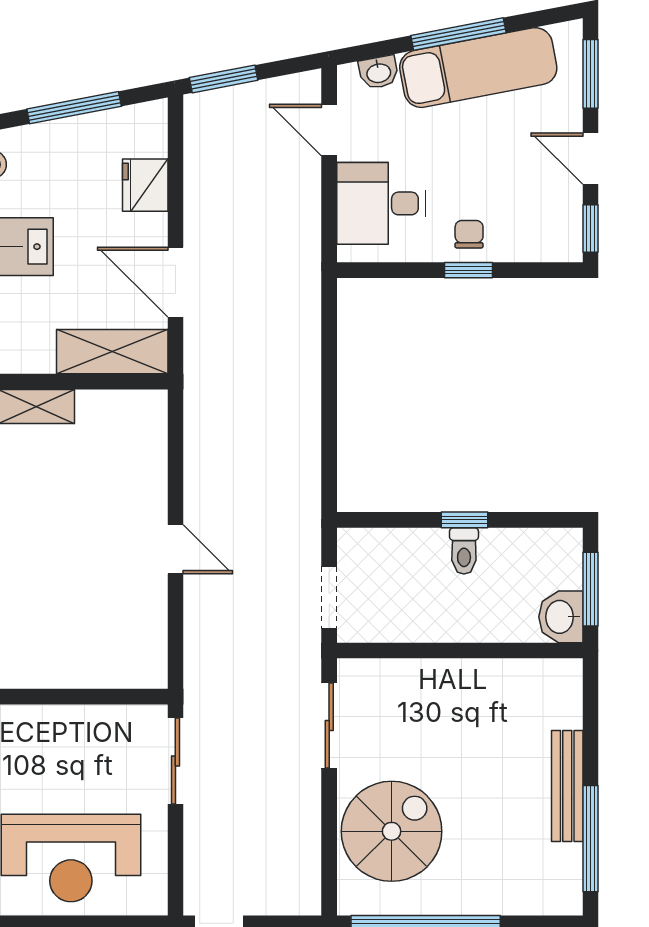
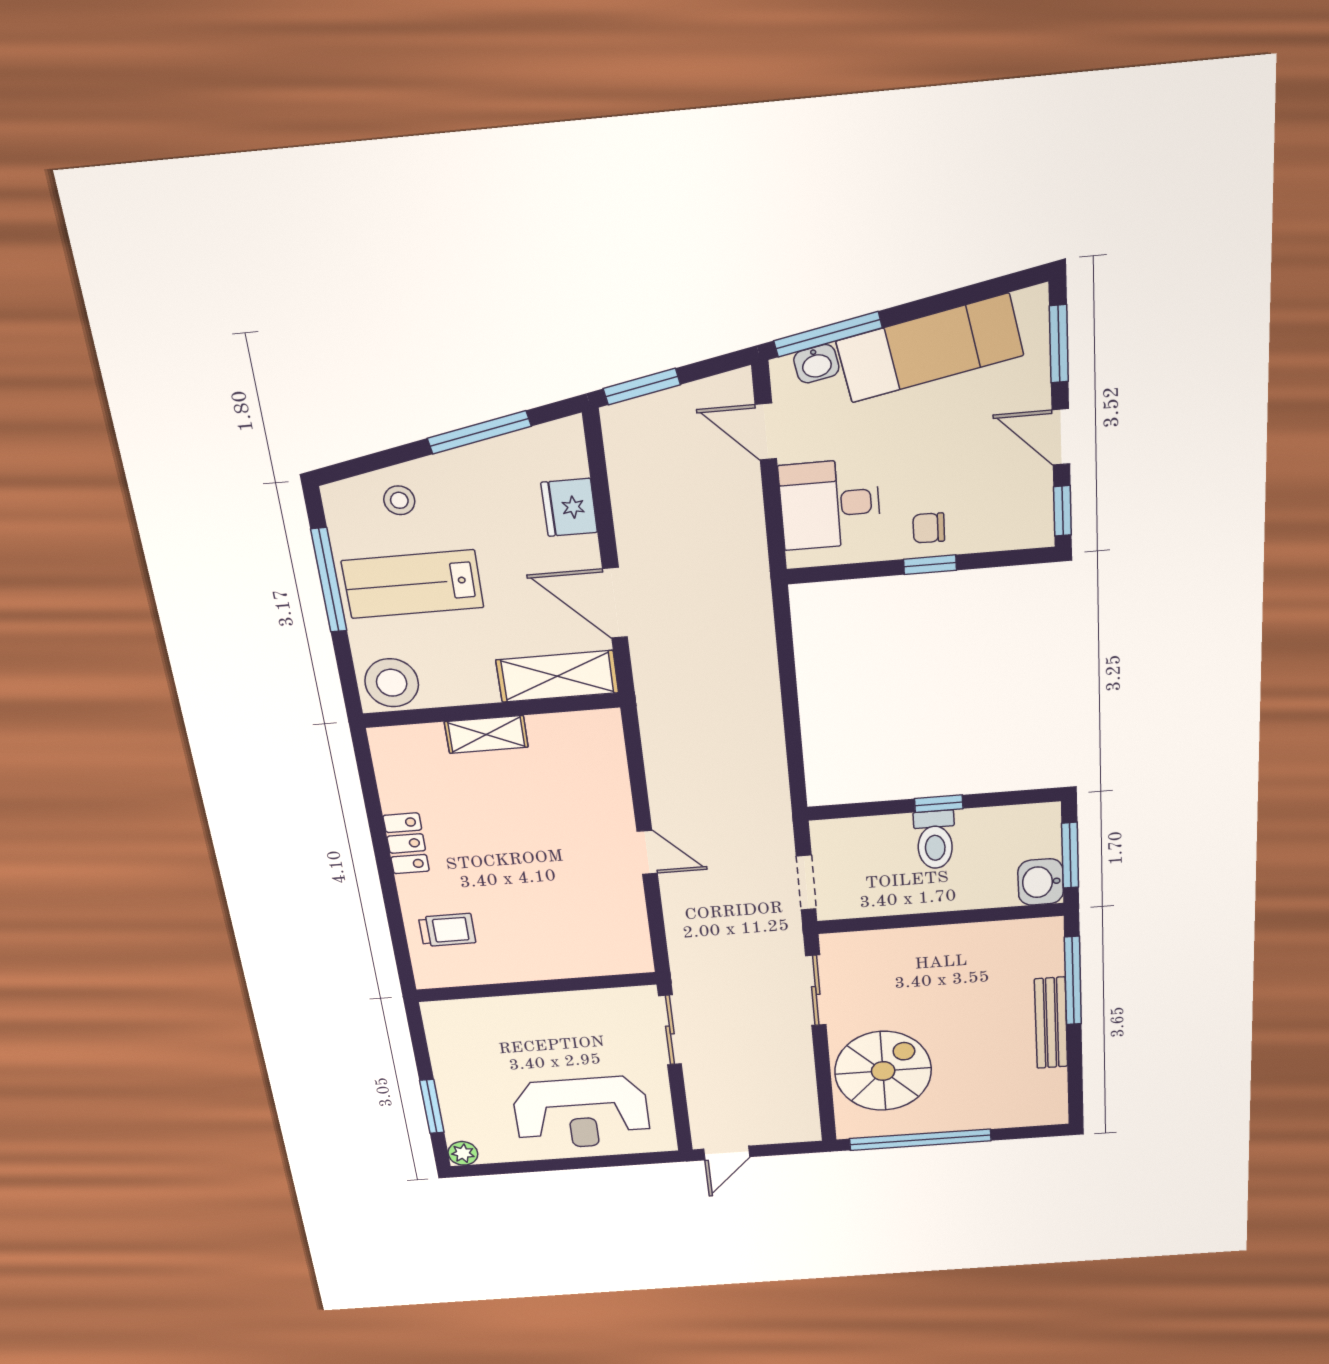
window: (458, 34) -> (828, 334), moved
chair: (469, 234) -> (929, 528), turned -89
toilet: (464, 551) -> (935, 840), width x1.37, depth x1.39
window: (590, 839) -> (1073, 981), moved

